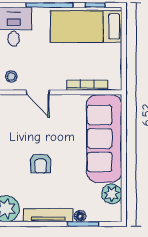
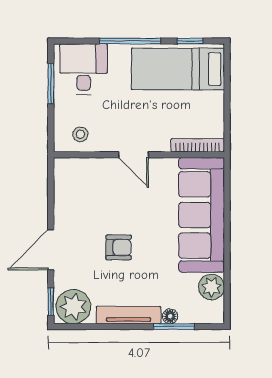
bookcase: (87, 85) -> (198, 145), moved
door: (38, 92) -> (134, 155), moved
armchair: (40, 163) -> (119, 247), turned -90

